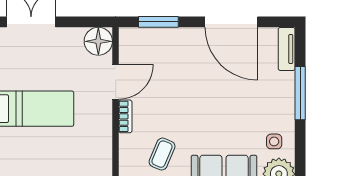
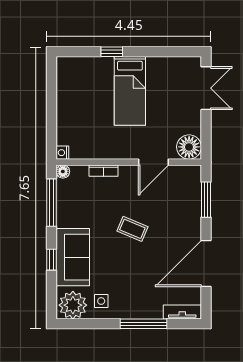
door: (116, 82) -> (154, 162), hinge flipped
bookcase: (125, 116) -> (103, 171), moved
coffee table: (162, 154) -> (132, 229), moved

